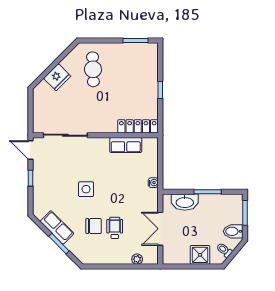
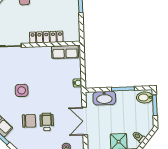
locker: (138, 126) -> (46, 37), moved
row of seats: (126, 145) -> (65, 52), moved
bidet: (233, 231) -> (145, 97), moved

